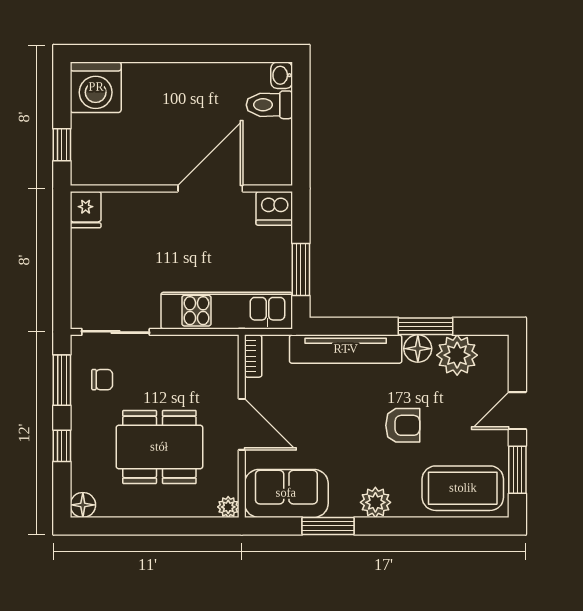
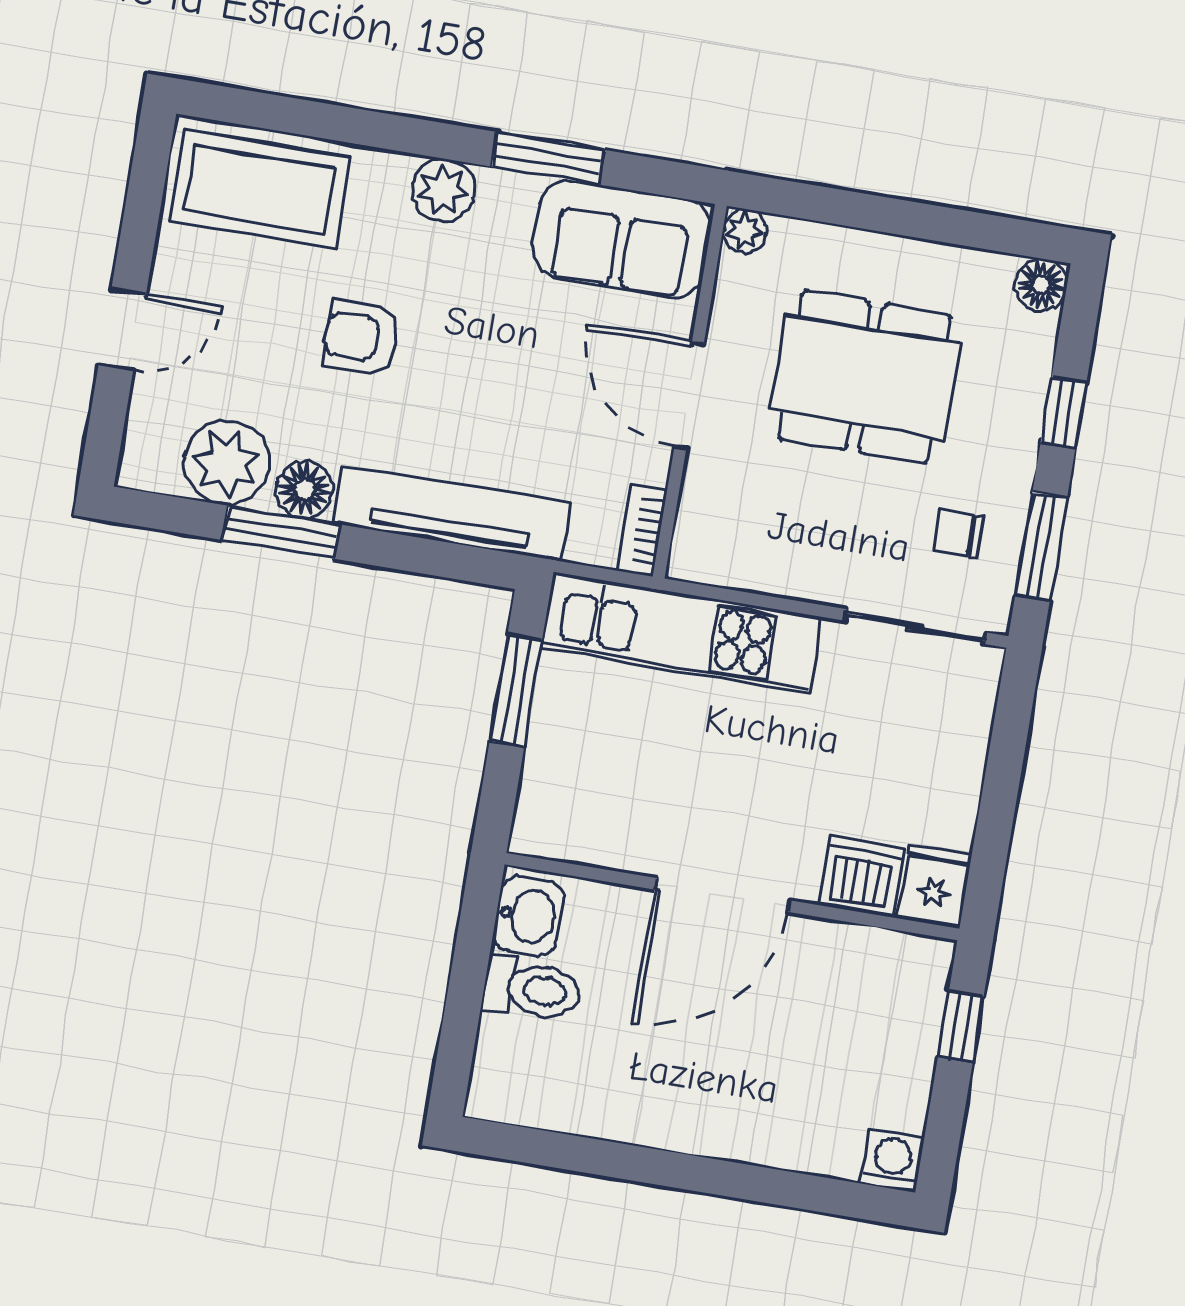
washbasin: (282, 75) -> (528, 916), moved, width x1.38, depth x1.45
washing machine: (96, 87) -> (893, 1161), width x0.53, depth x0.53
toilet: (269, 105) -> (532, 989), moved
door: (210, 188) -> (722, 895), moved
dishwasher: (274, 208) -> (861, 877), moved
window: (517, 470) -> (143, 208), removed

